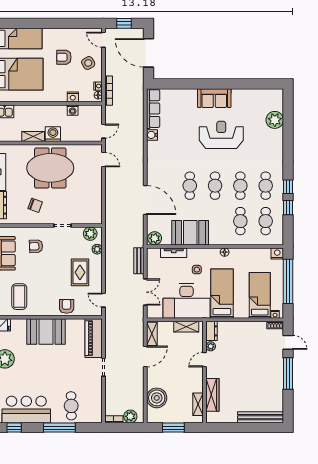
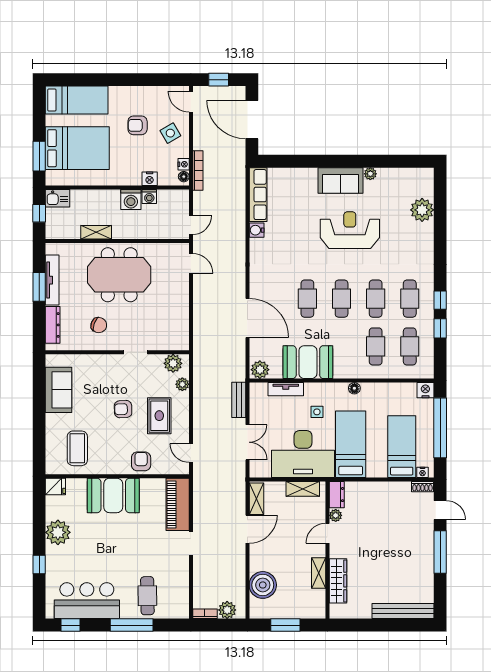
plant: (236, 93) -> (370, 174), added
washing machine: (53, 134) -> (131, 200), moved, turned 180
armchair: (36, 246) -> (123, 409), moved
shelving: (198, 404) -> (319, 573), moved

